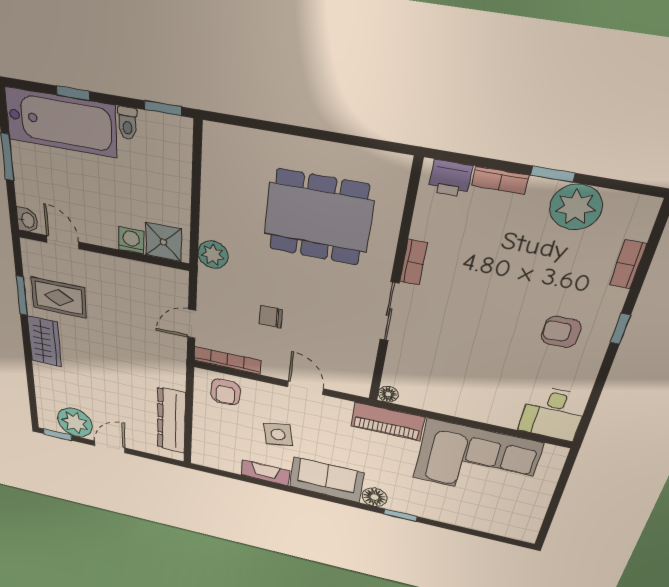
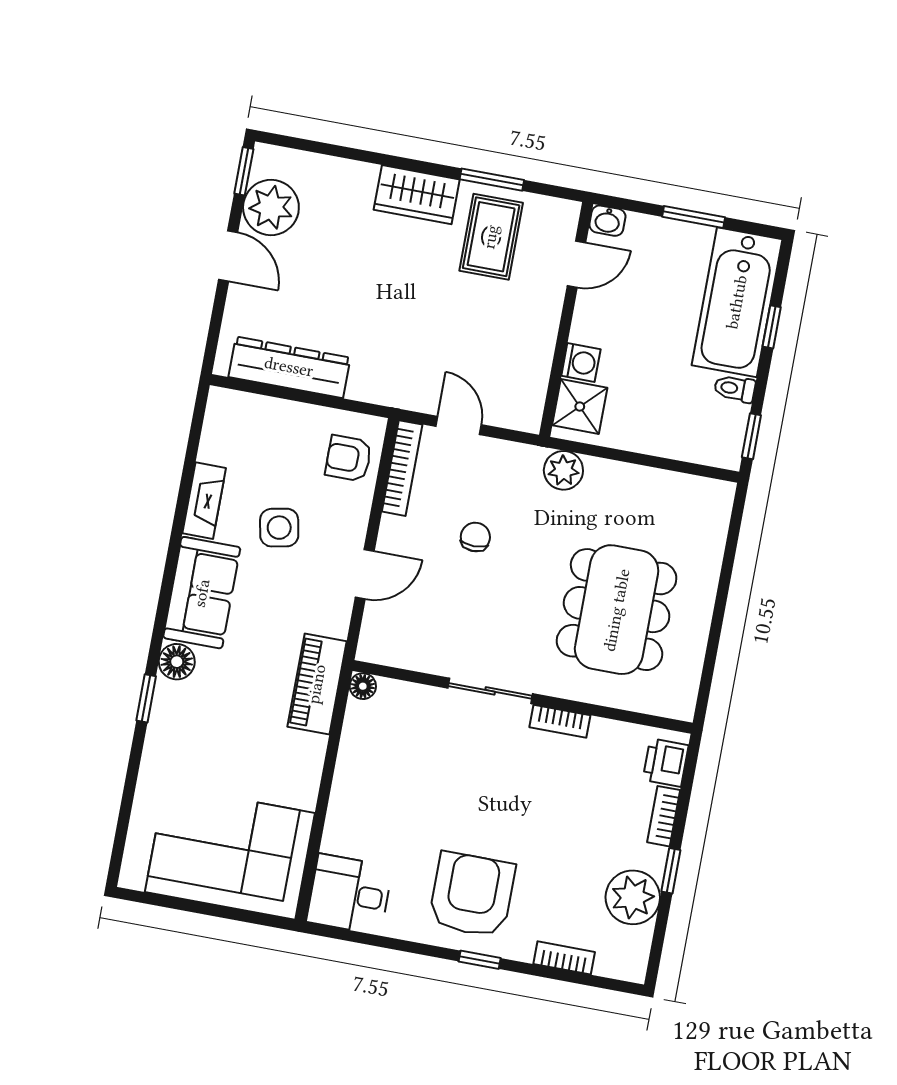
armchair: (561, 332) -> (472, 895), width x1.88, depth x1.88
corner sofa: (477, 461) -> (230, 852), moved, turned 90

